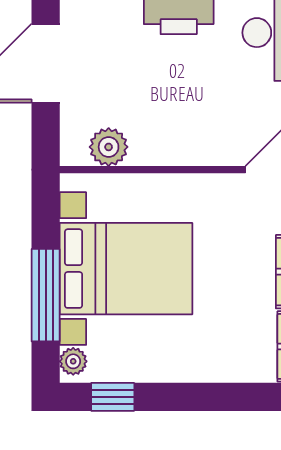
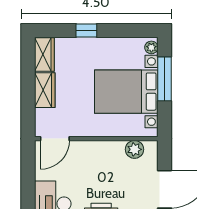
window: (113, 397) -> (86, 31), moved

